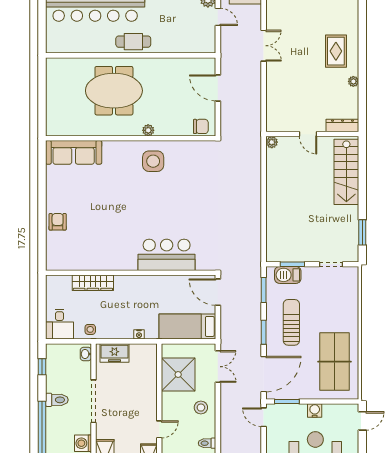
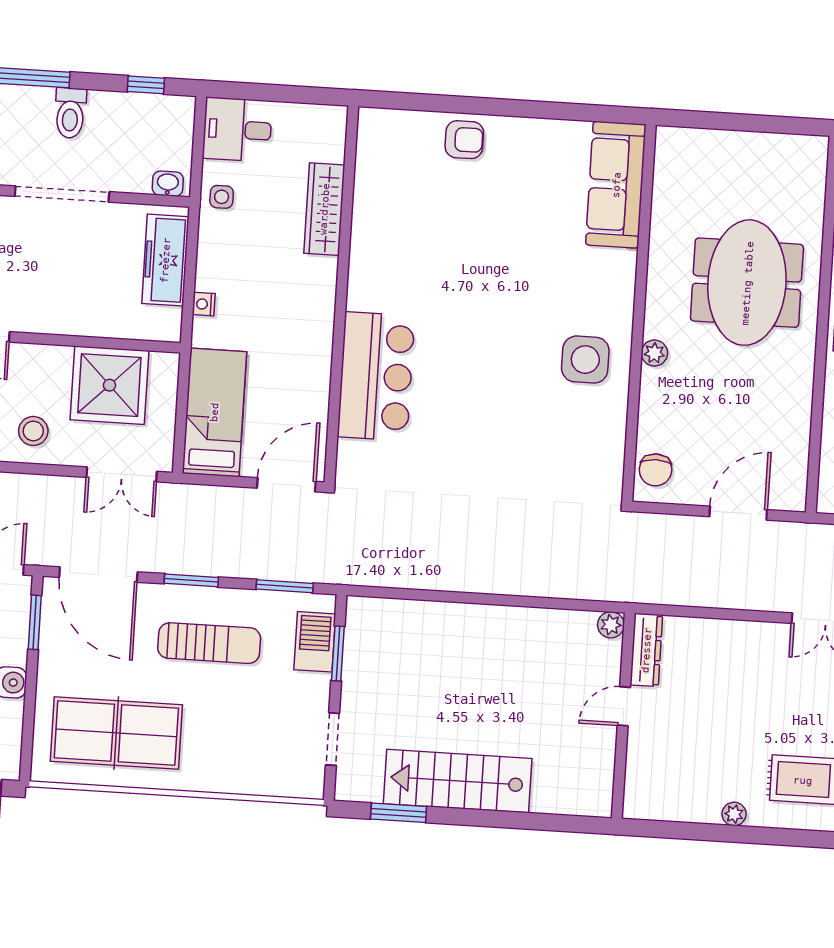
dresser: (342, 126) -> (646, 650), moved
stairs: (346, 172) -> (458, 781), moved
freezer: (114, 353) -> (165, 260), width x1.40

